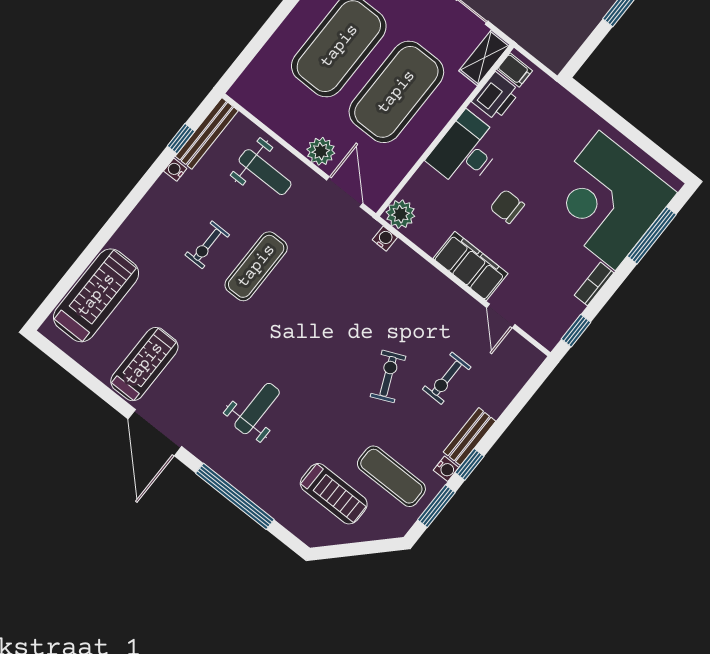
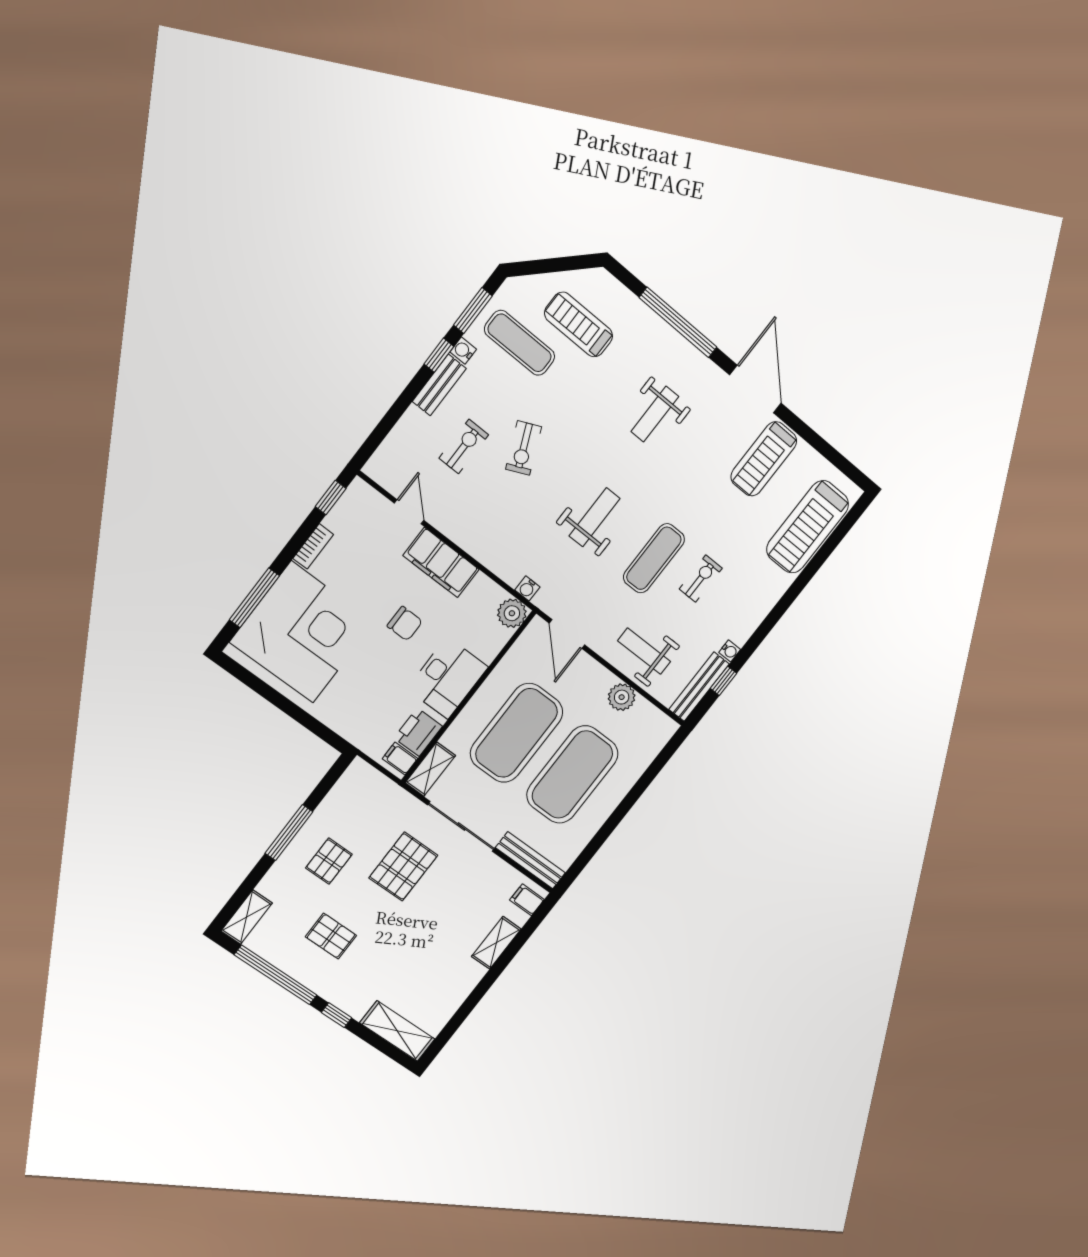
plant: (321, 151) -> (622, 697), moved
weight bench: (317, 308) -> (595, 517), added

